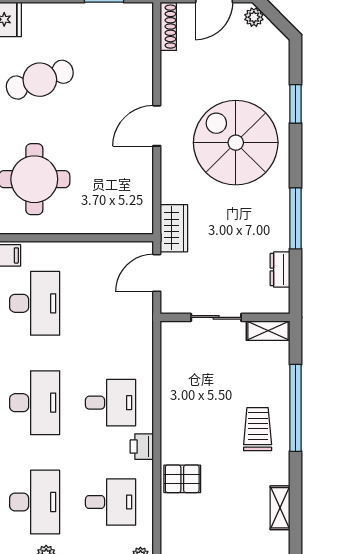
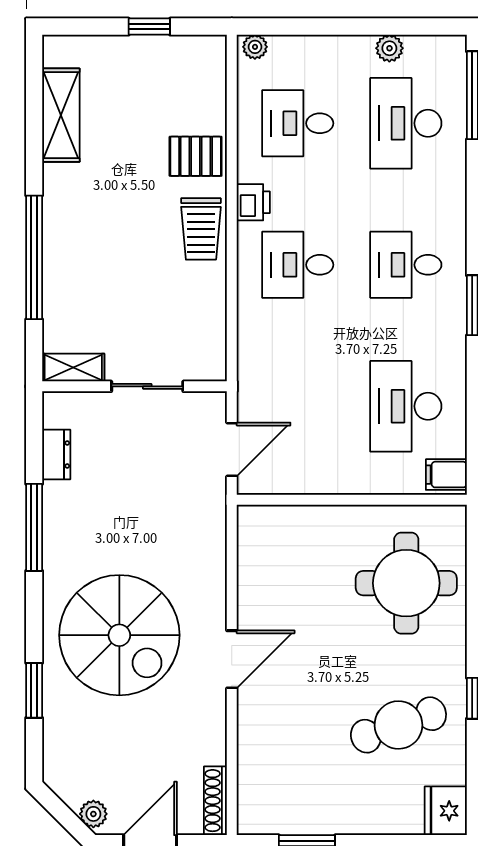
wardrobe: (174, 228) -> (207, 513), removed
desk: (35, 403) -> (406, 265), width x0.73
trolley: (258, 429) -> (201, 229), moved
shelving: (280, 508) -> (61, 115), width x1.50, depth x1.33

